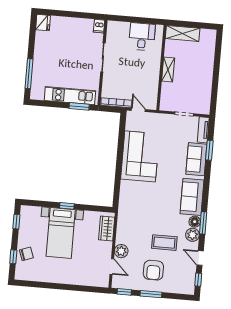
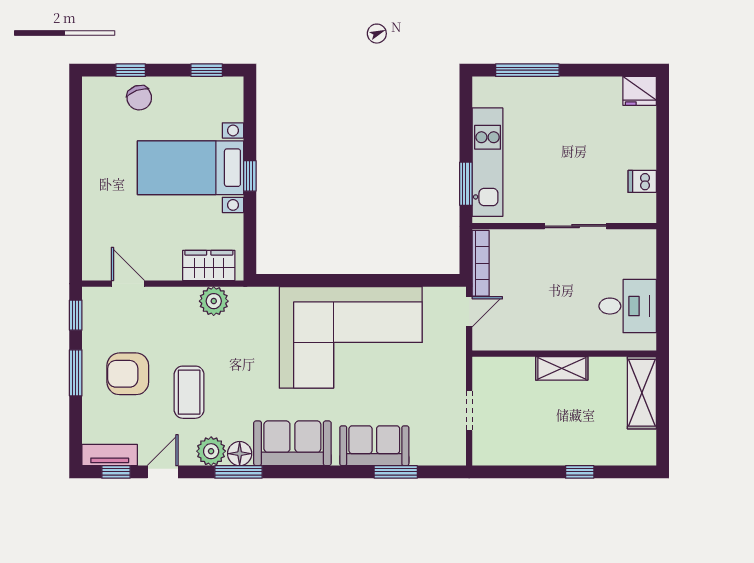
dishwasher: (99, 26) -> (642, 181), moved
window: (217, 65) -> (580, 472), added
tv unit: (203, 130) -> (110, 455), moved
corner sofa: (140, 156) -> (351, 337), width x1.36, depth x1.36
plant: (121, 251) -> (214, 301), moved
door: (112, 266) -> (128, 284), swing flipped

